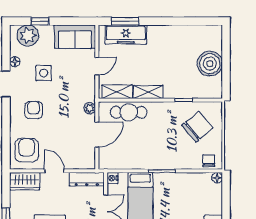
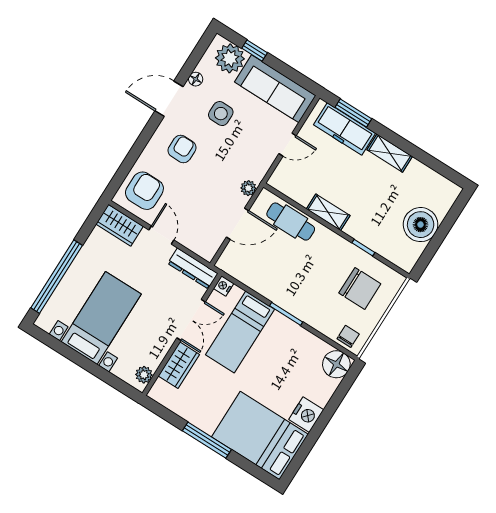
sofa: (75, 37) -> (275, 89), width x1.36
shelving: (117, 92) -> (390, 153), moved
chair: (197, 127) -> (360, 288), turned 40
floor lamp: (217, 178) -> (336, 364), width x1.89, depth x1.89

